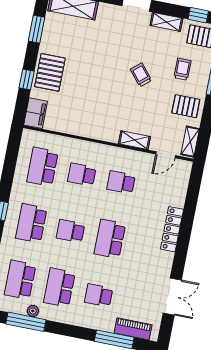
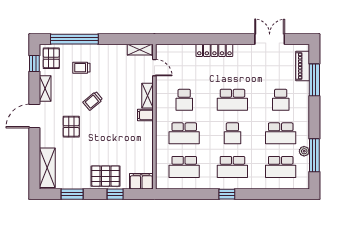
pallet: (186, 106) -> (71, 127), moved
filing cabinet: (112, 133) -> (145, 115), added
school desk: (82, 175) -> (184, 133), width x1.85

